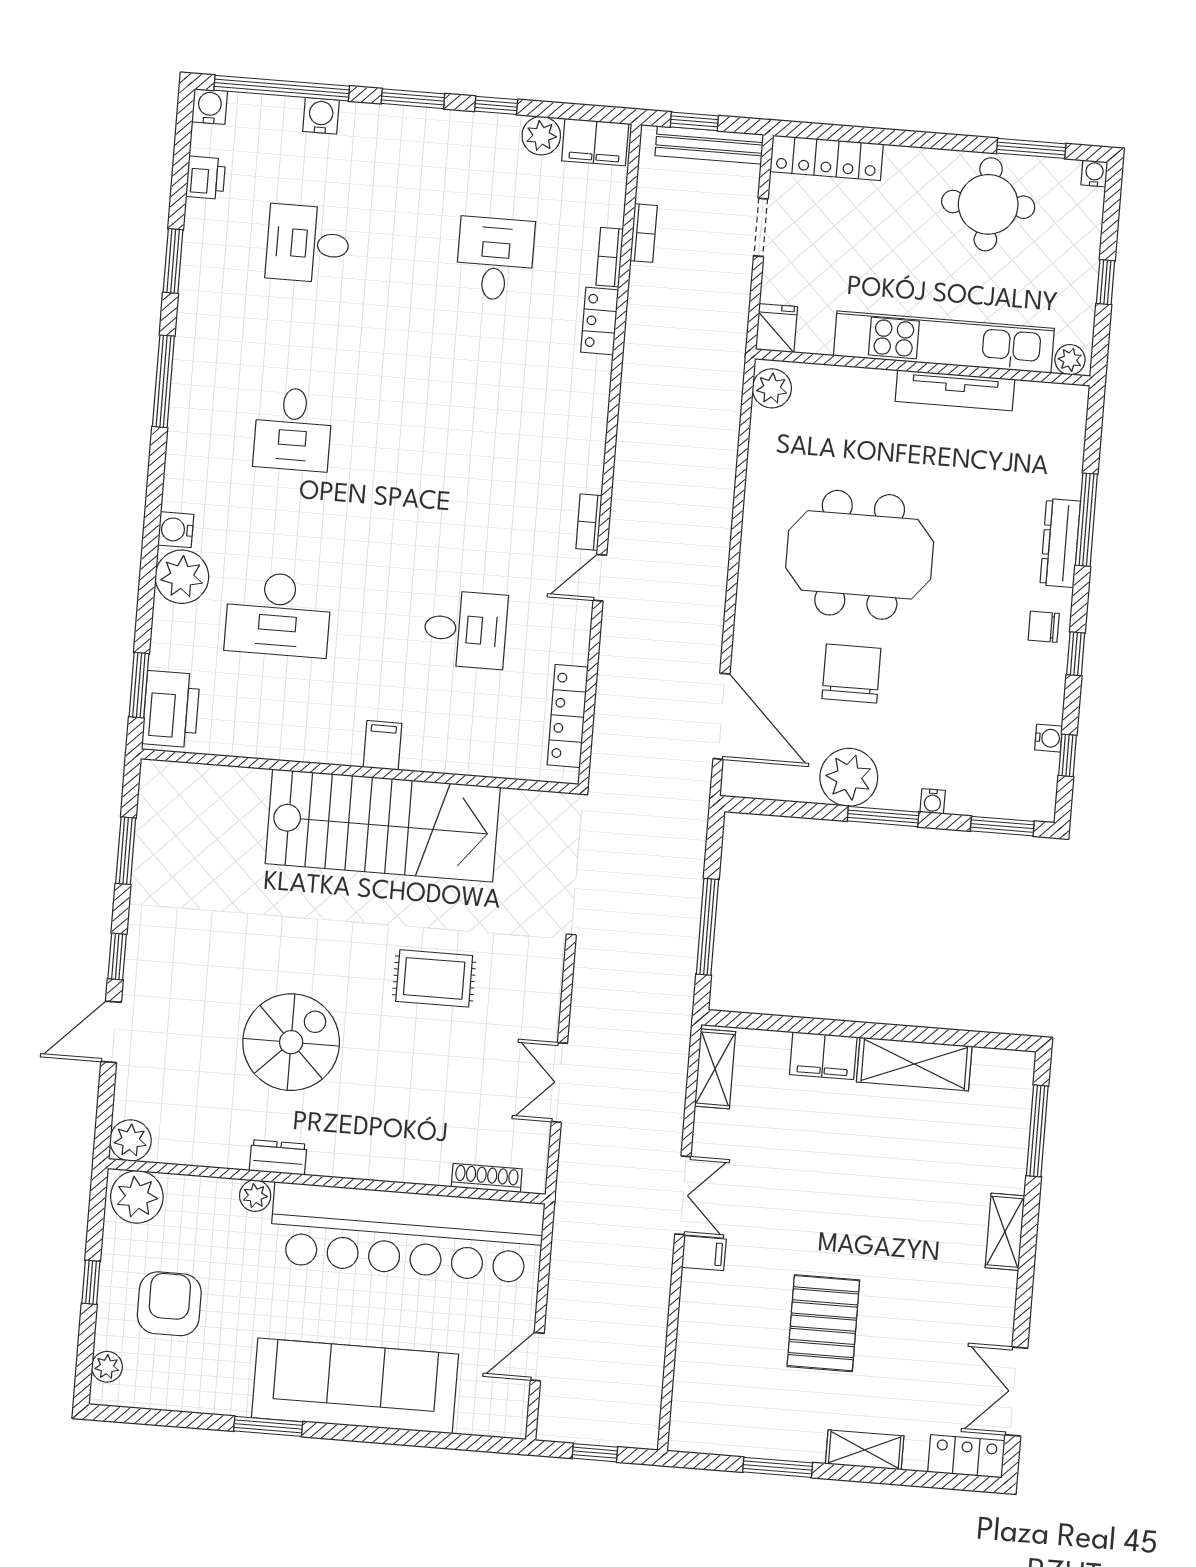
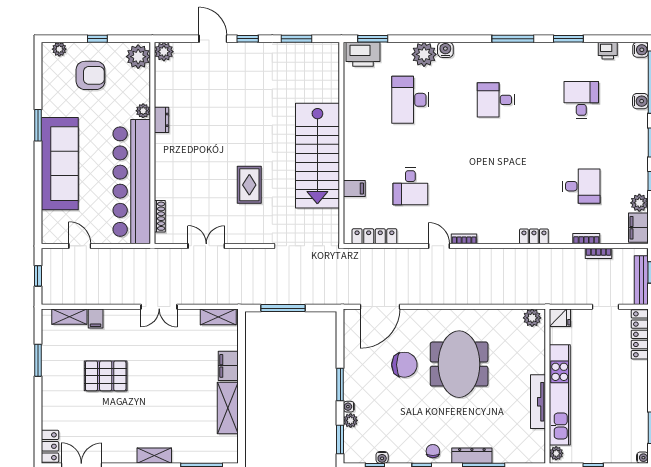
round table: (988, 204) -> (624, 410), removed
locker: (600, 321) -> (534, 236), moved
filing cabinet: (382, 745) -> (354, 188), moved
plant: (849, 777) -> (351, 420), moved, width x0.53, depth x0.53
spiral stairs: (291, 1042) -> (215, 122), removed
filing cabinet: (704, 1253) -> (96, 319), moved
shelving: (865, 1450) -> (69, 317), moved, turned 90

